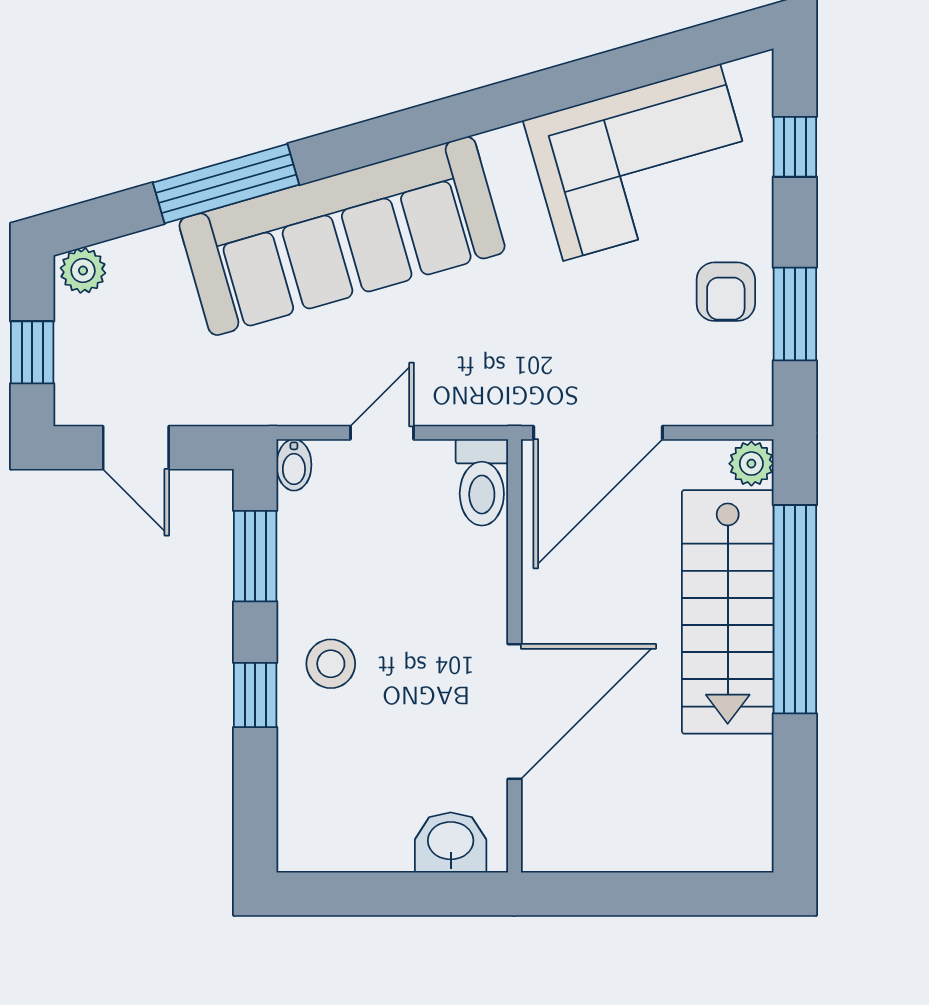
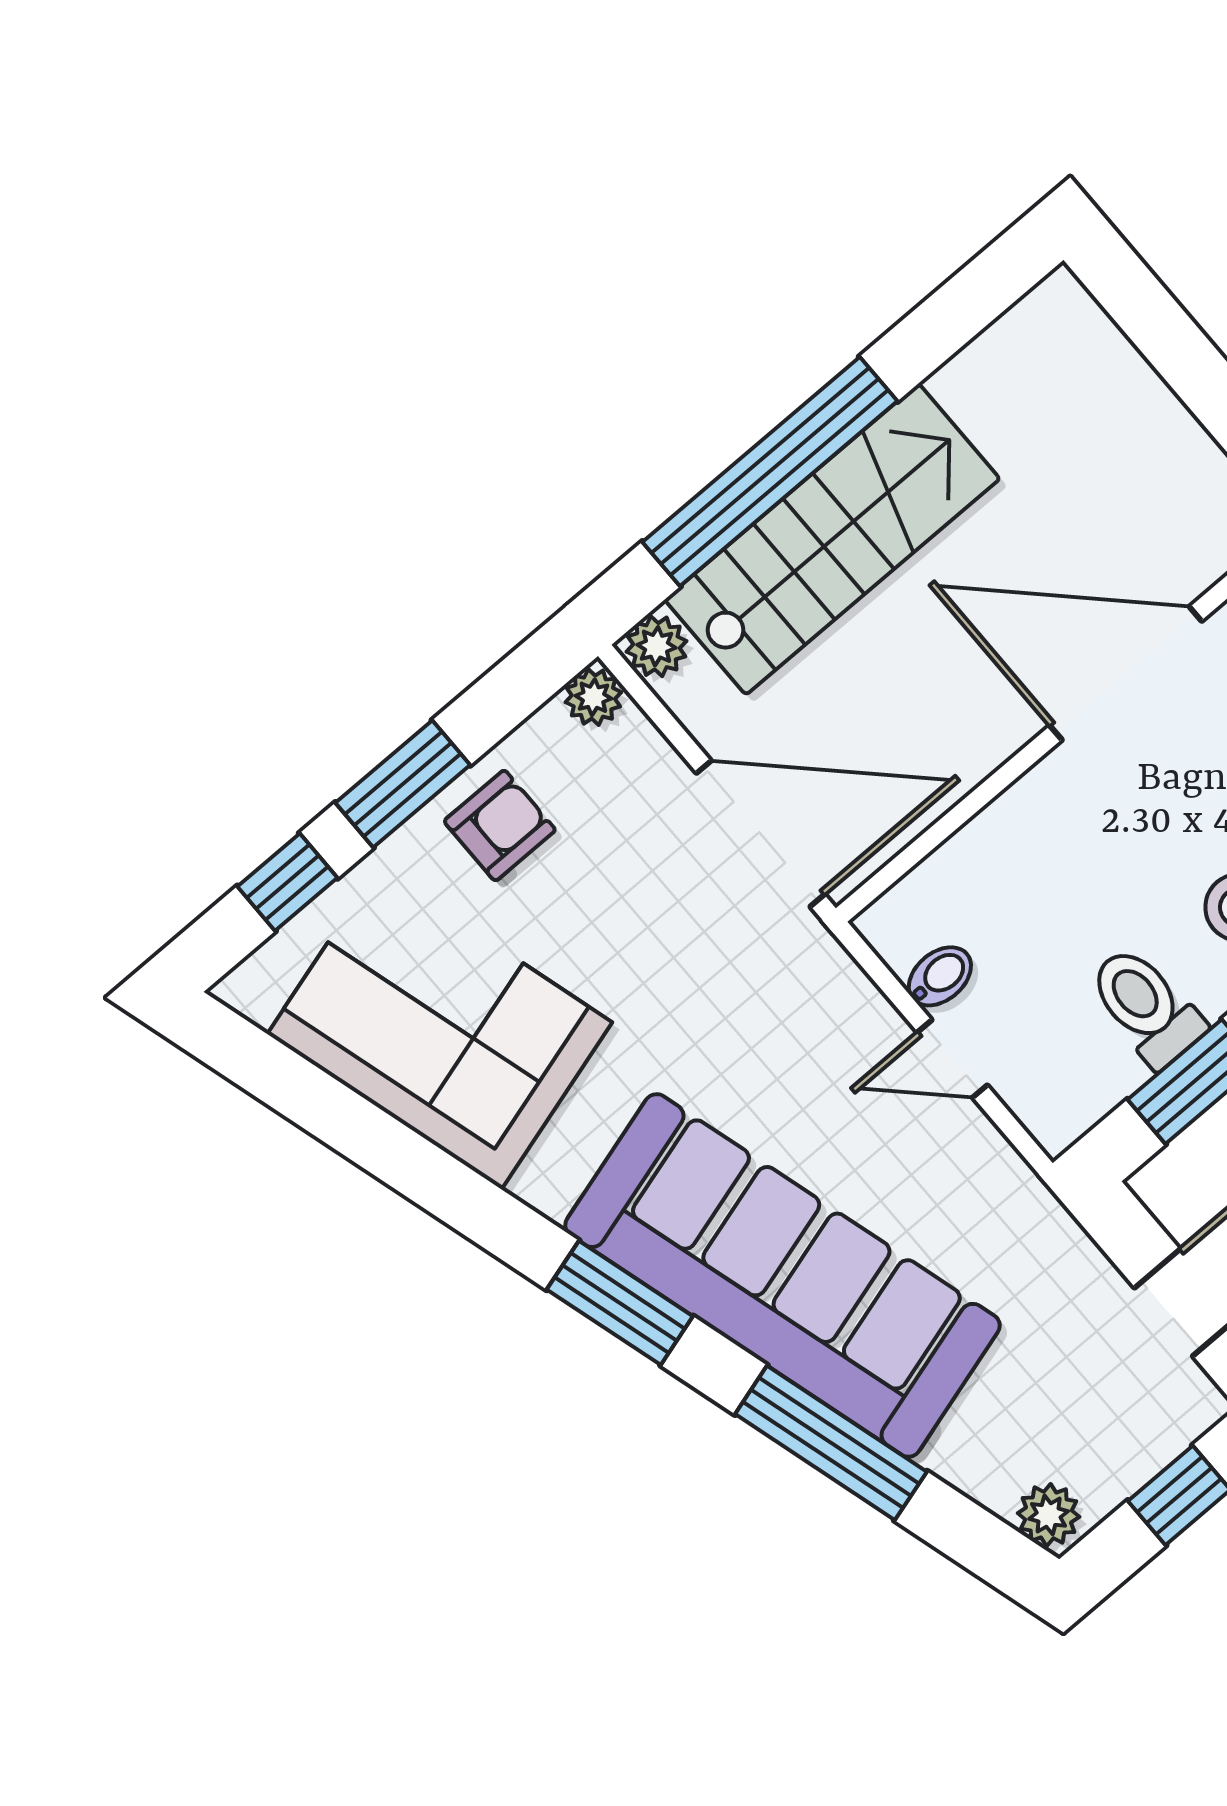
window: (404, 133) -> (620, 1303), added
window: (795, 314) -> (403, 784), moved
plant: (753, 404) -> (593, 697), added
bidet: (294, 465) -> (940, 976), moved
toilet: (482, 482) -> (1146, 1006), moved, turned -90

